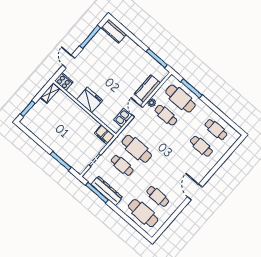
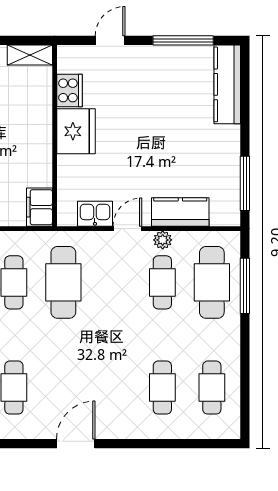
kitchen counter: (114, 31) -> (227, 84), width x1.50
cooker: (64, 81) -> (69, 90), moved

